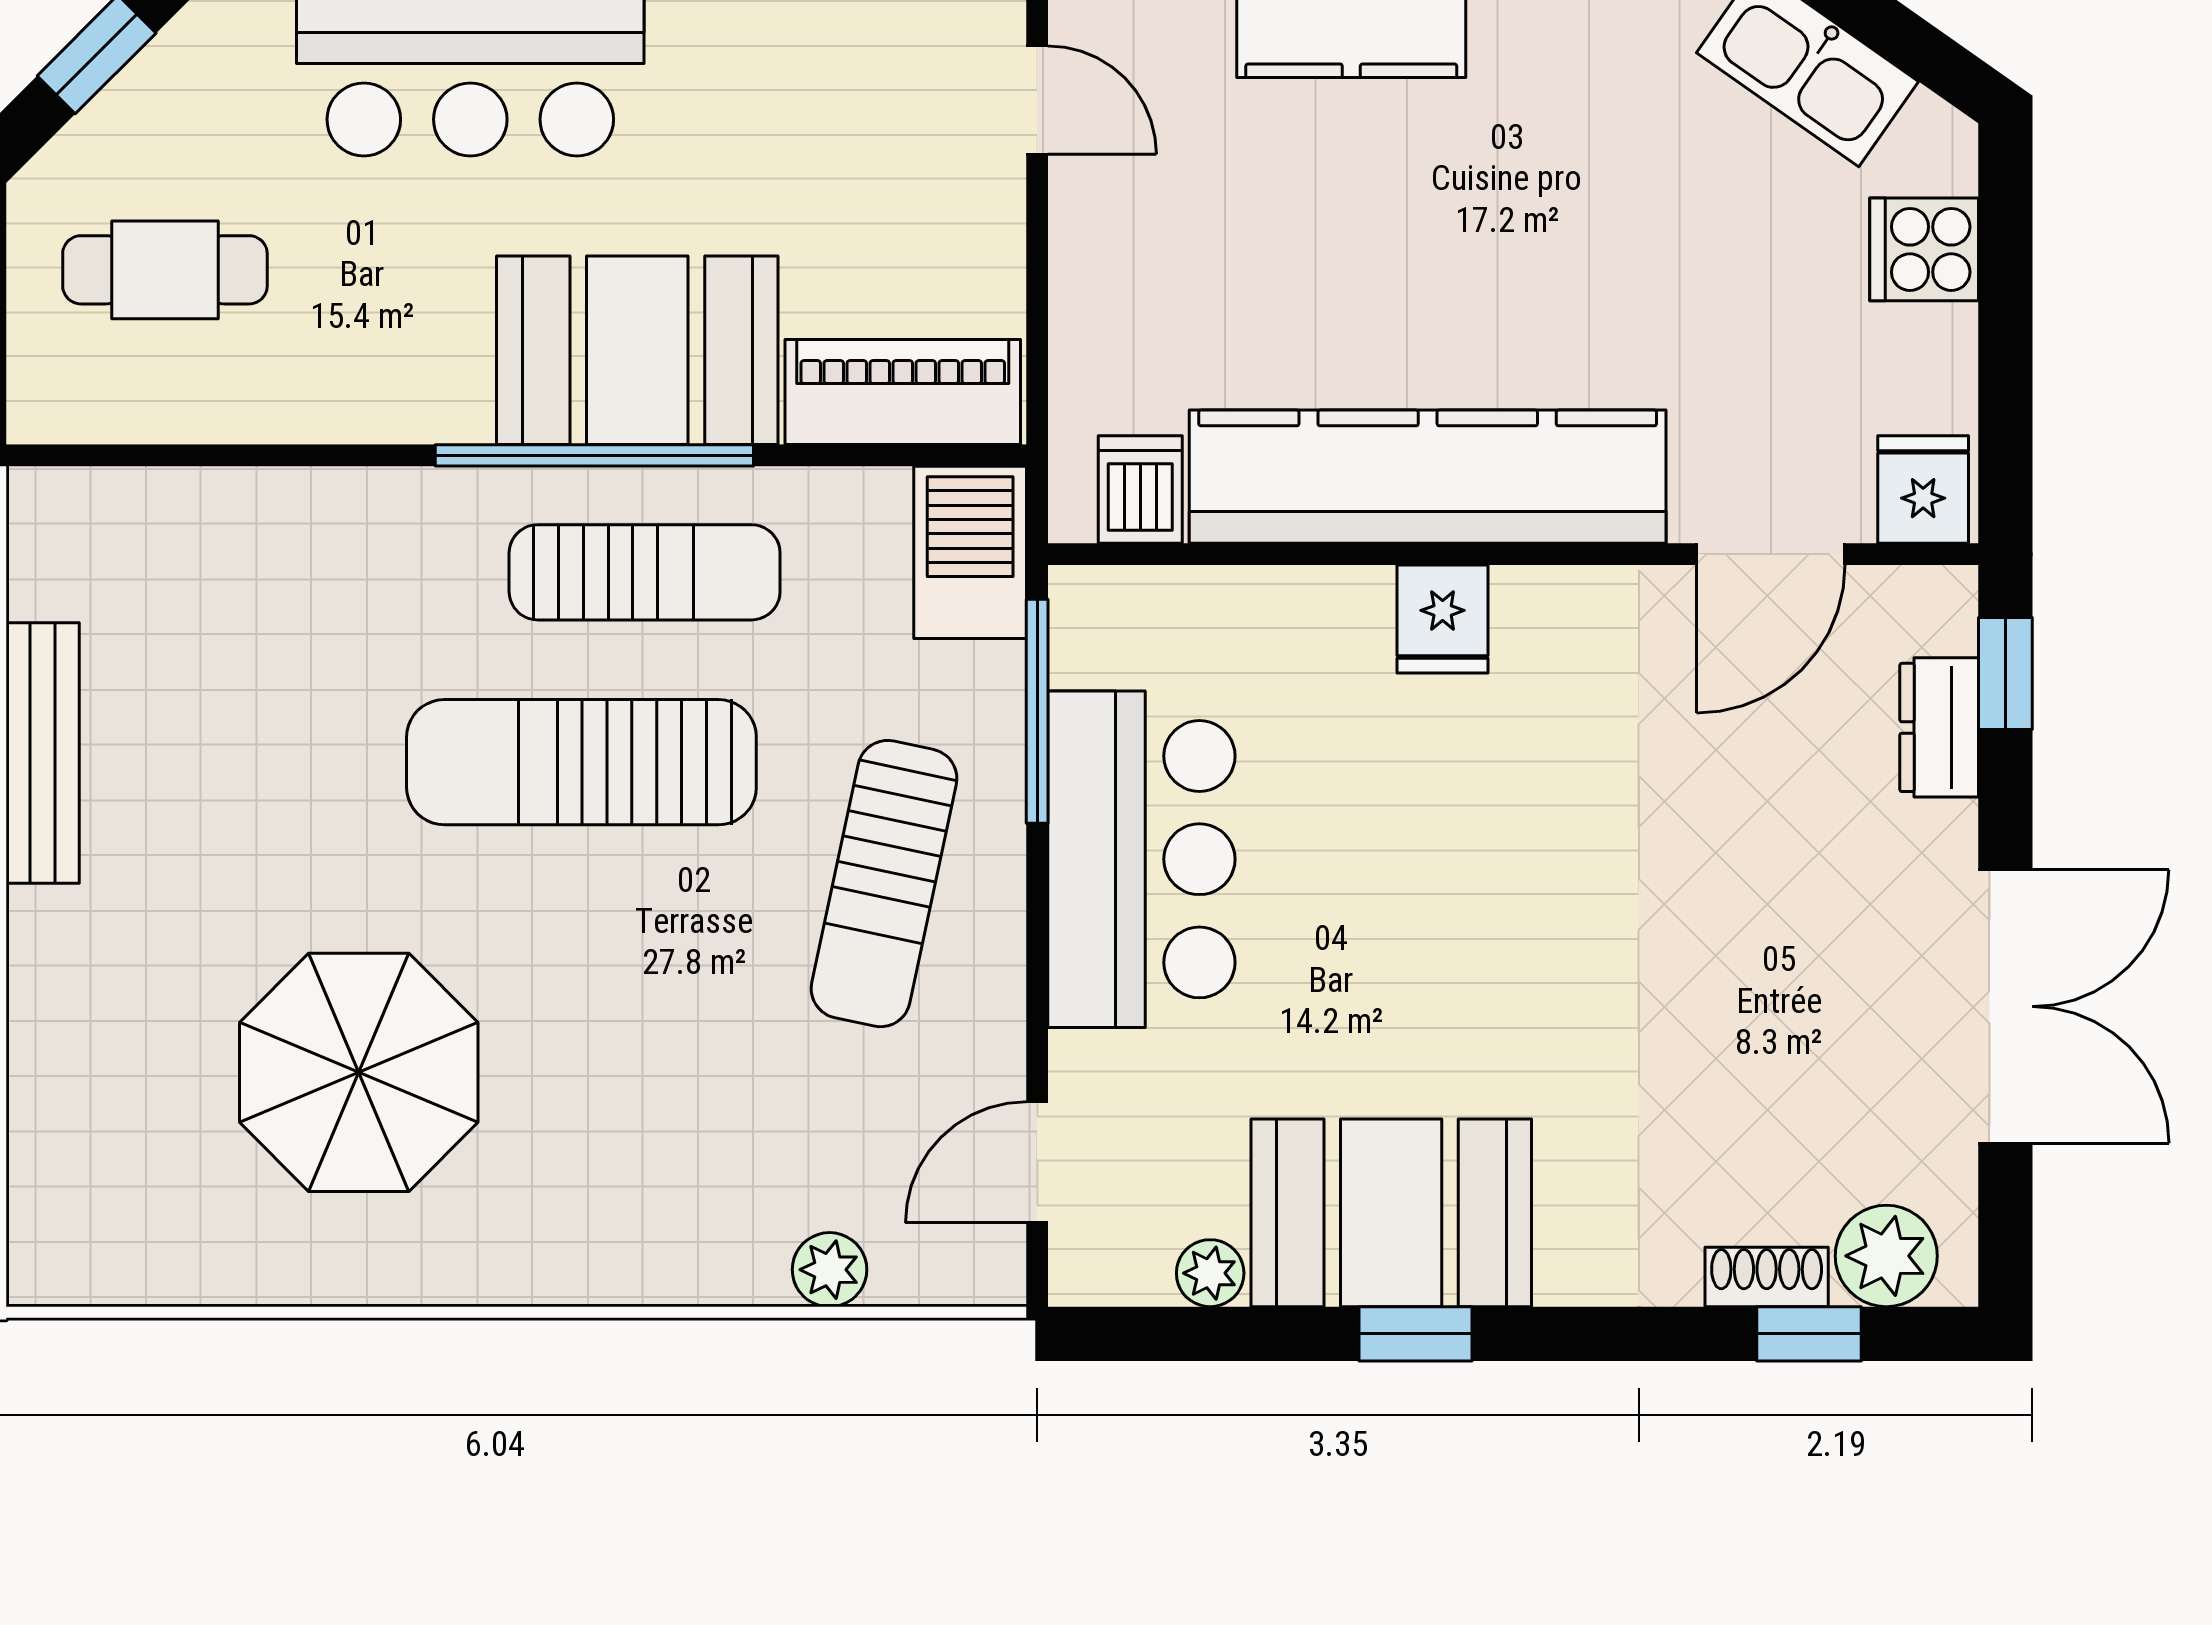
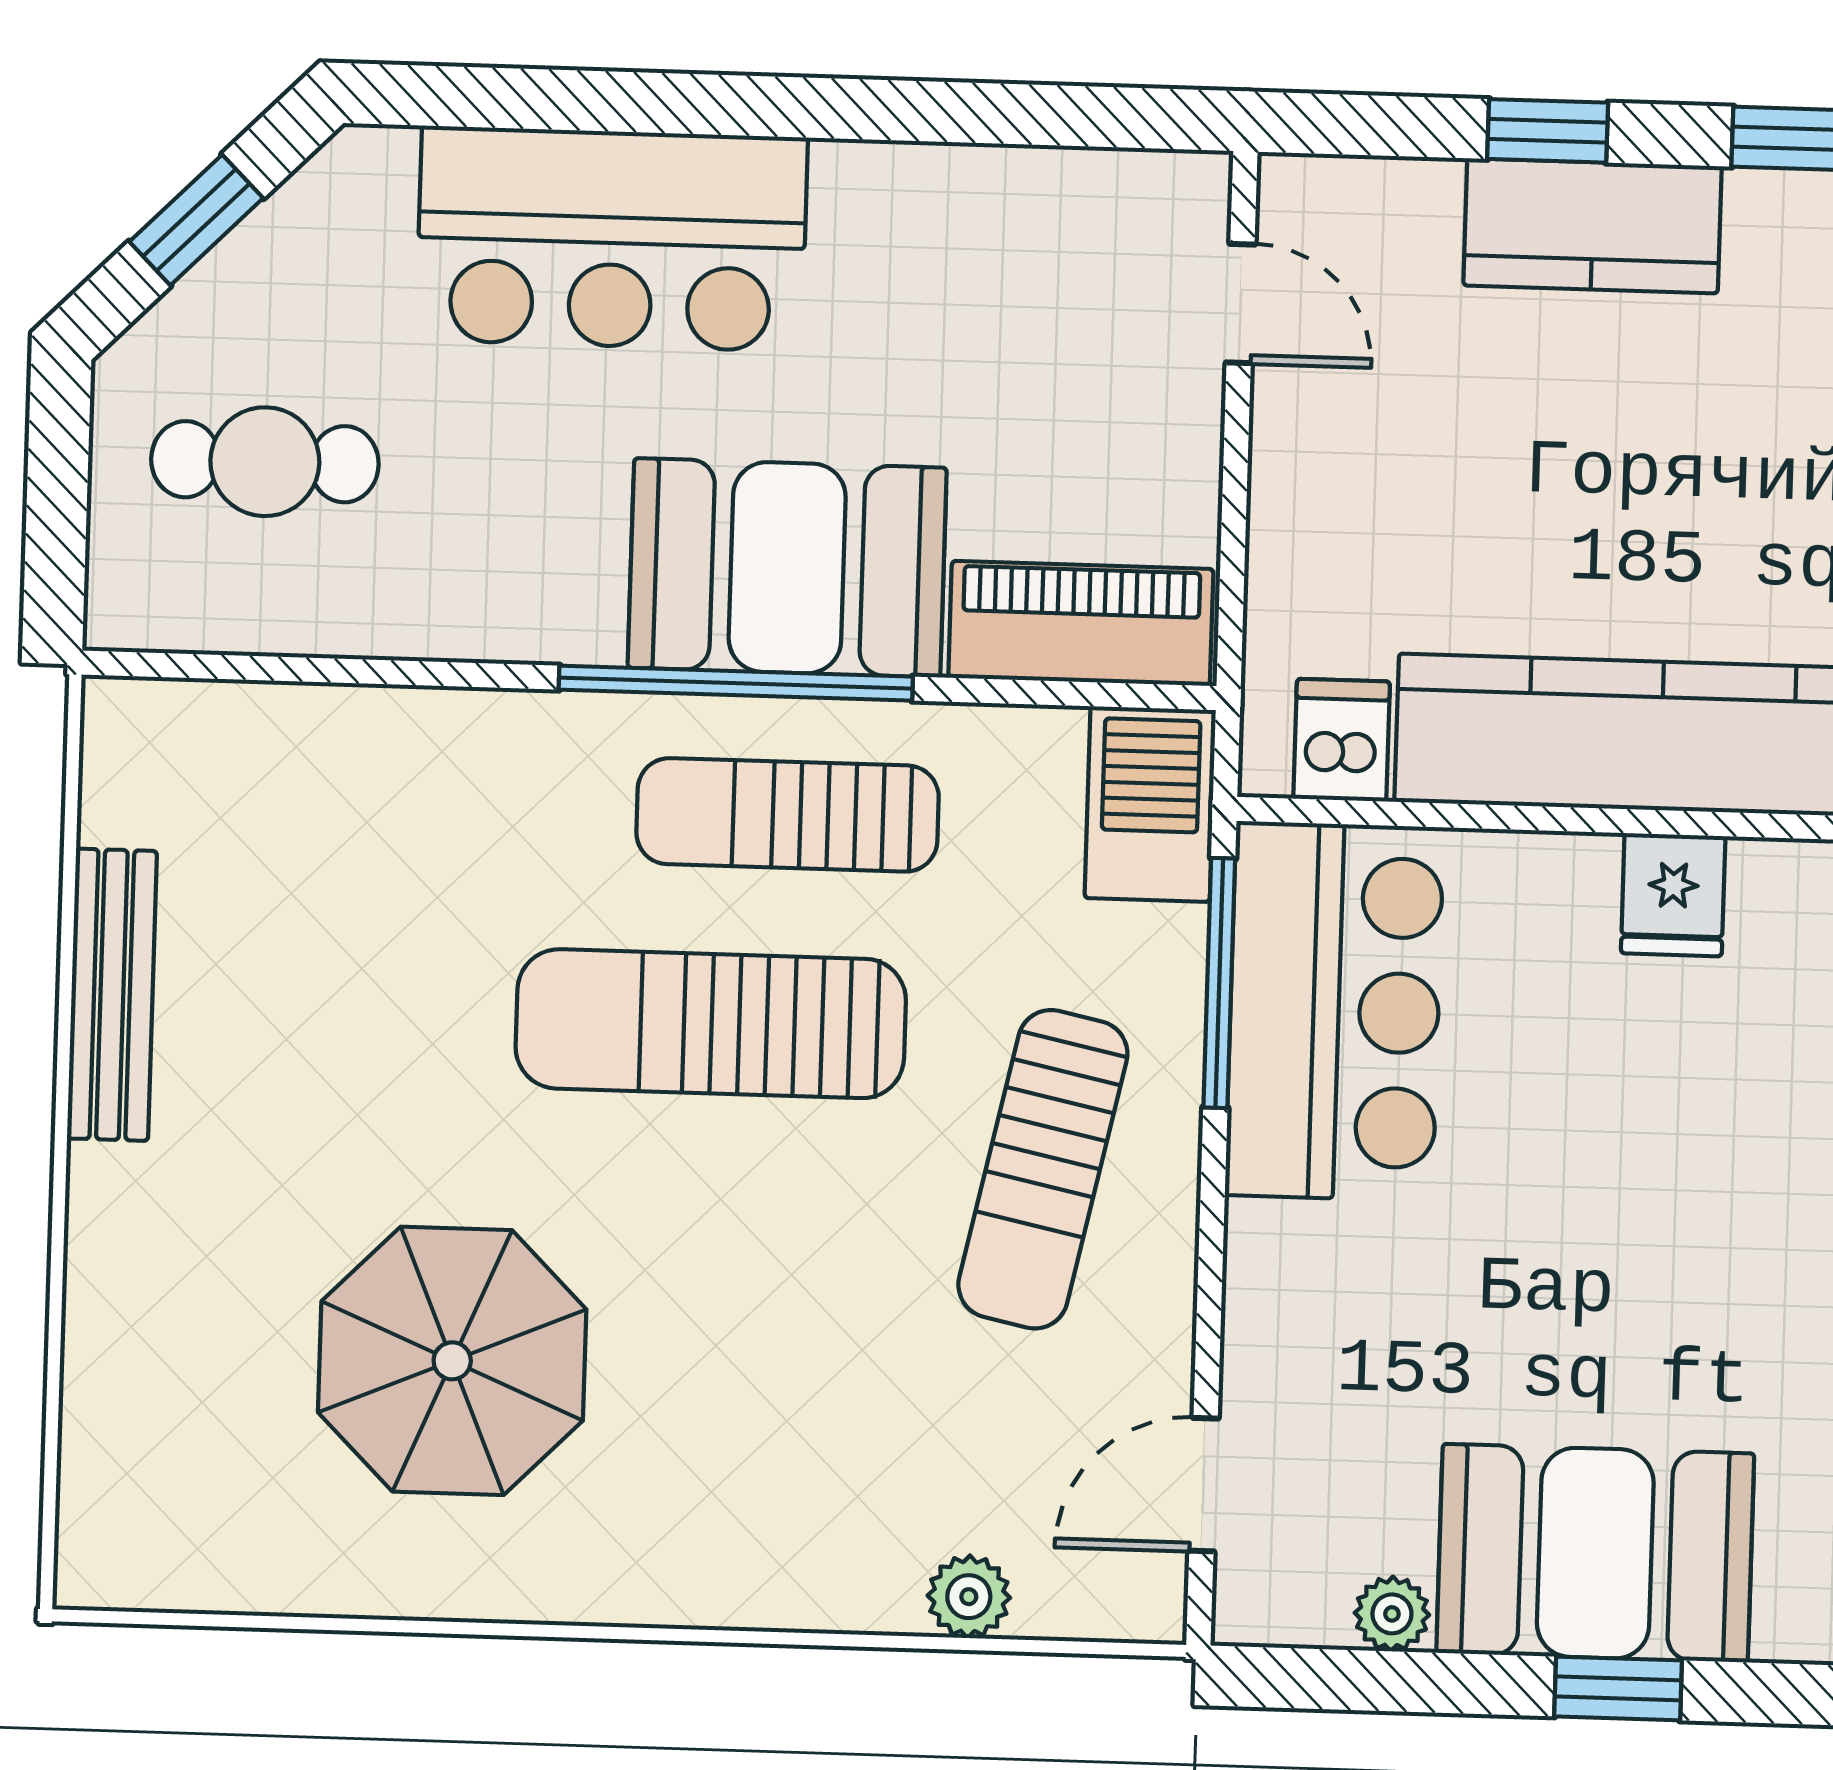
sun lounger: (645, 572) -> (788, 815), turned 180
bar counter: (1141, 859) -> (1334, 1011), moved

